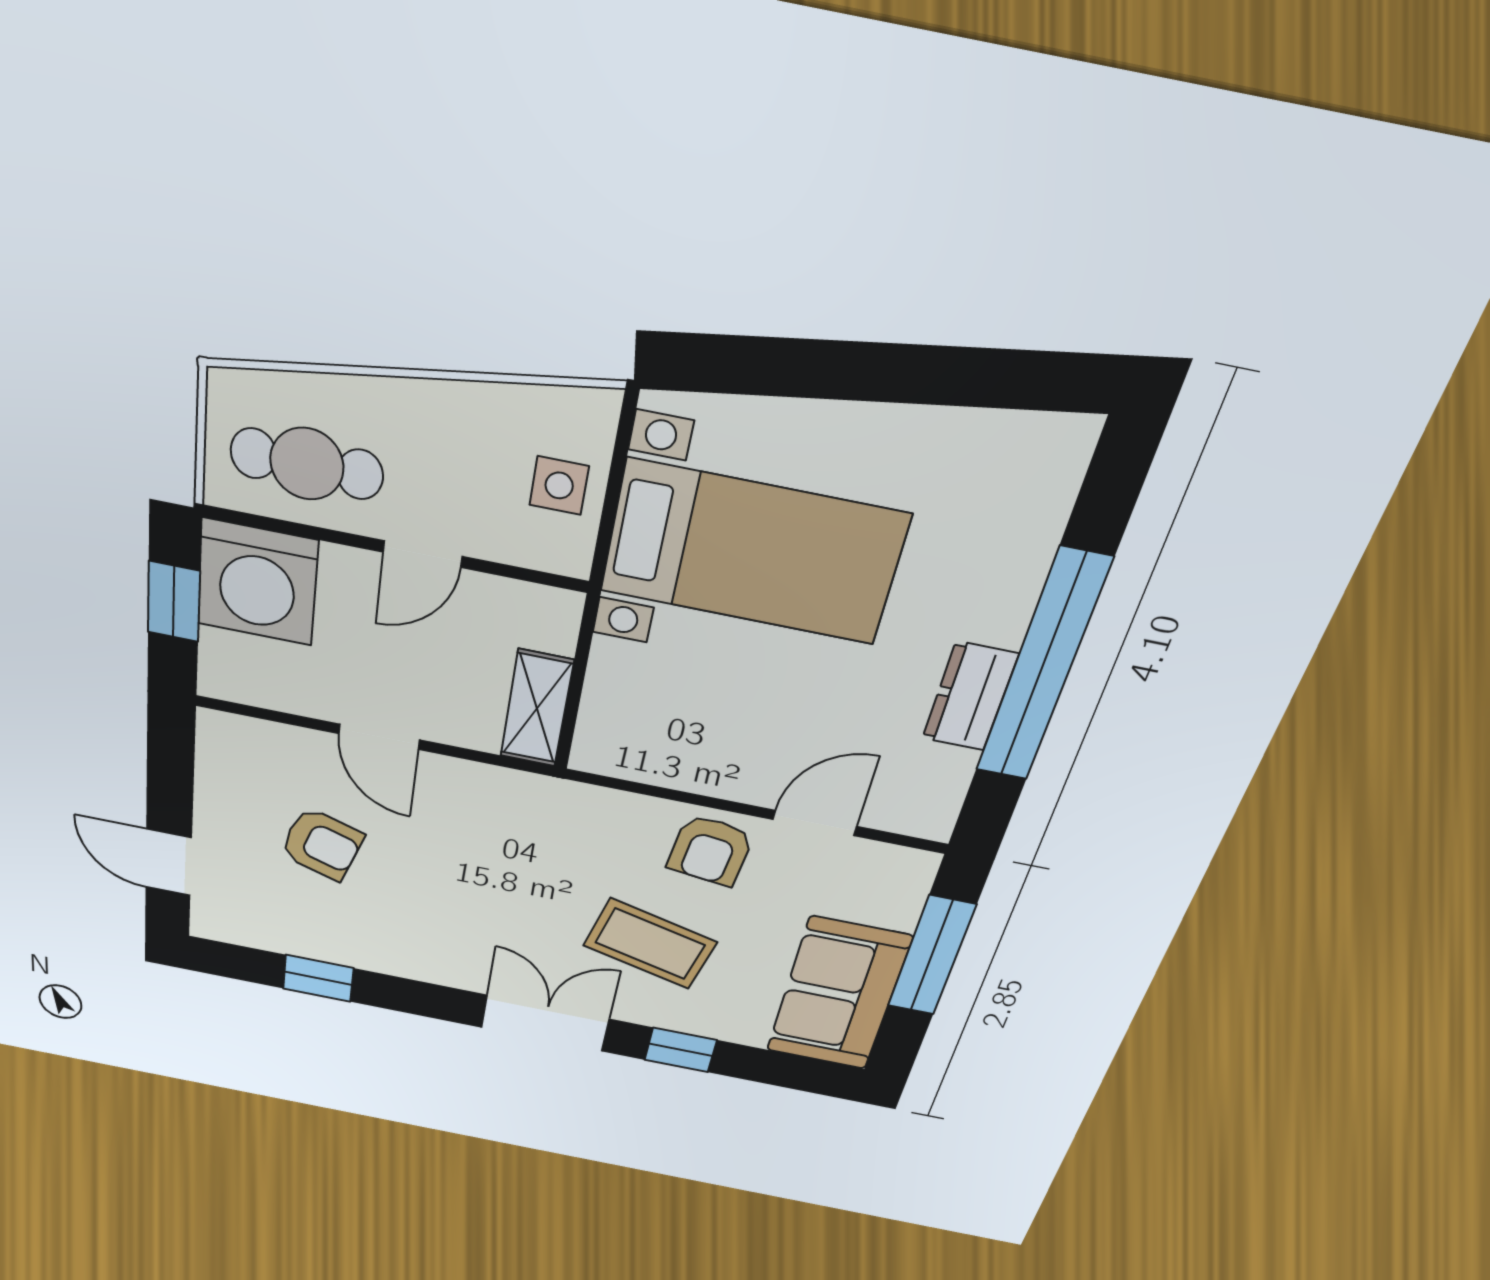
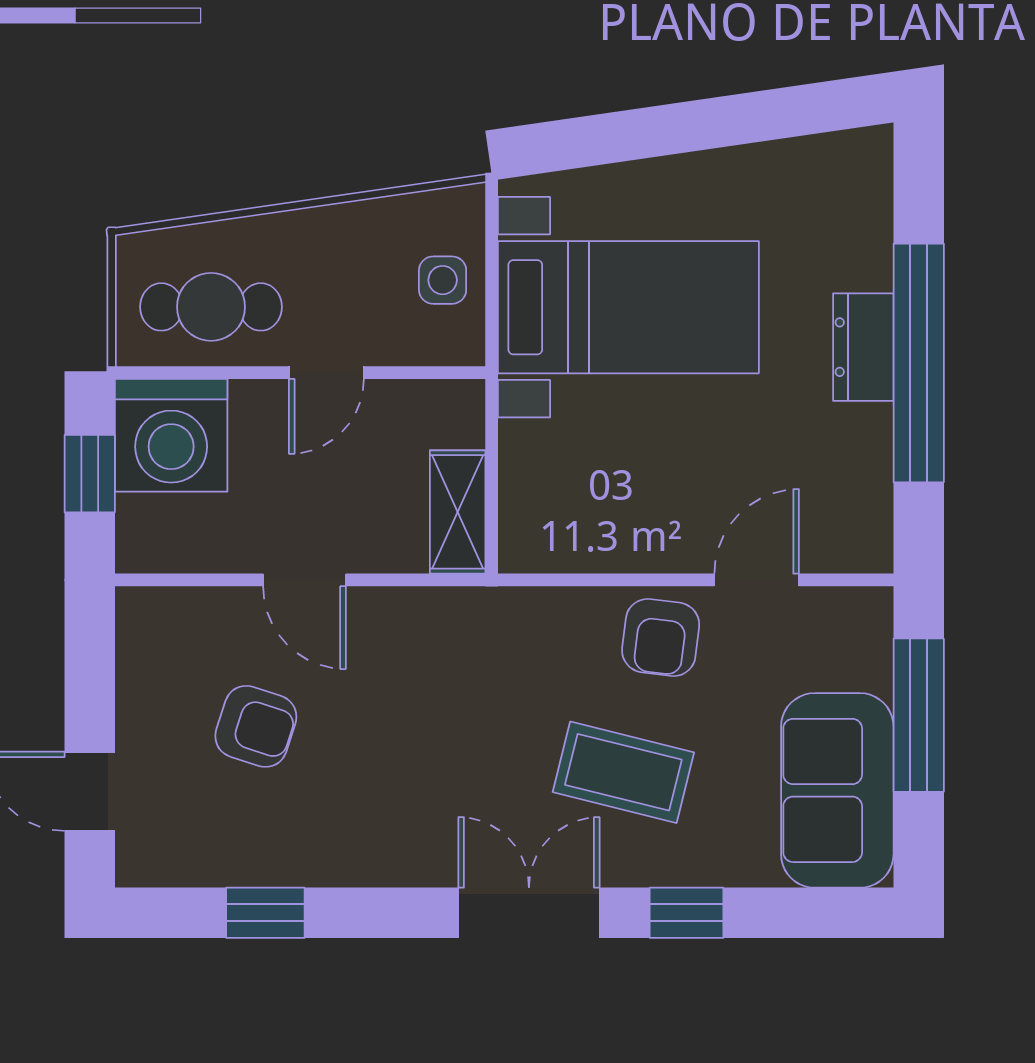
dresser: (970, 696) -> (863, 347), moved

